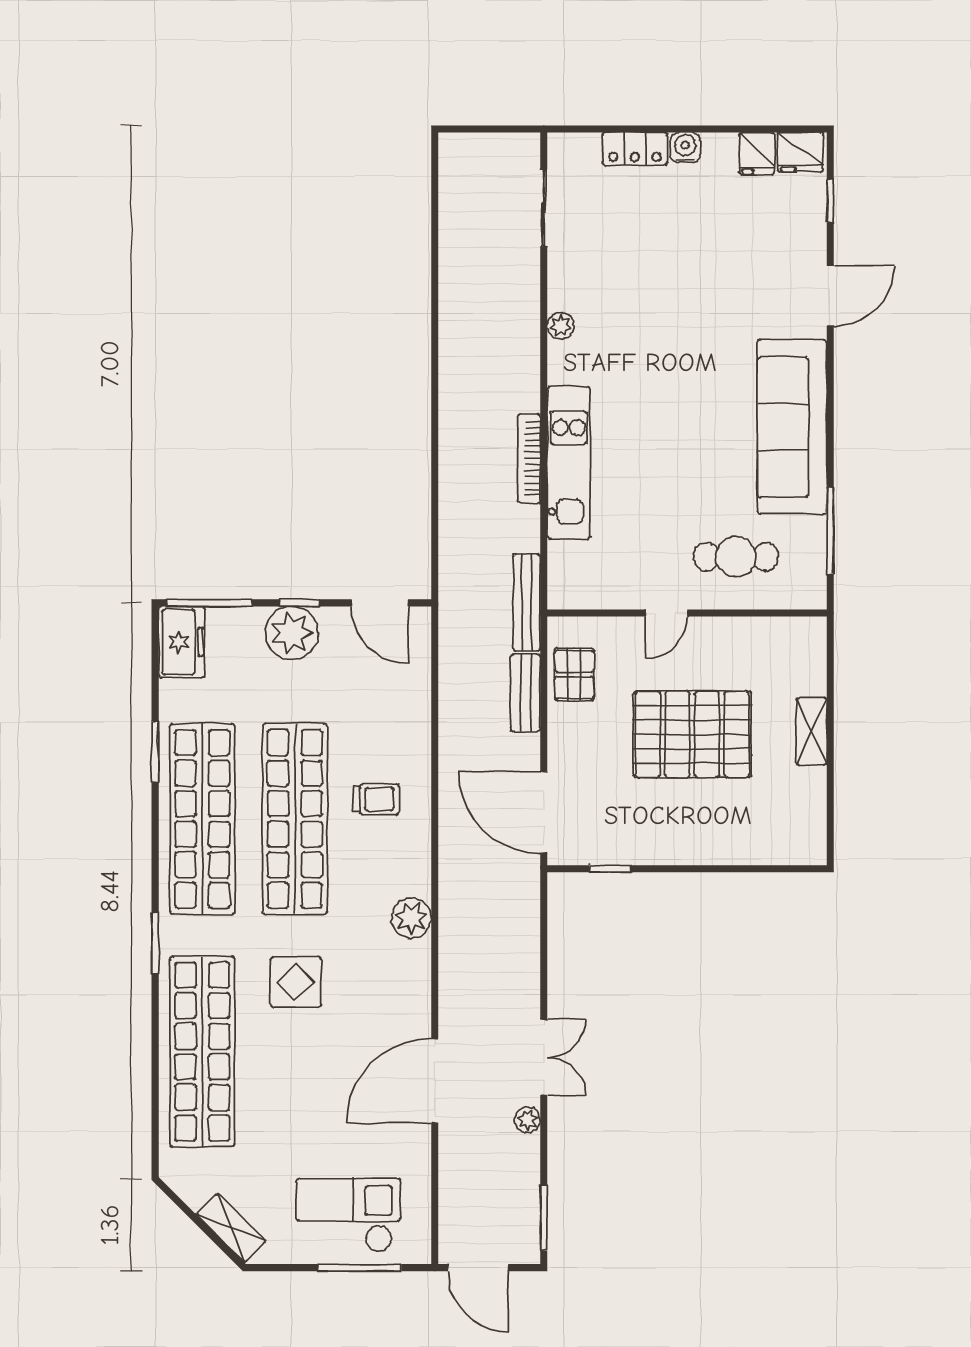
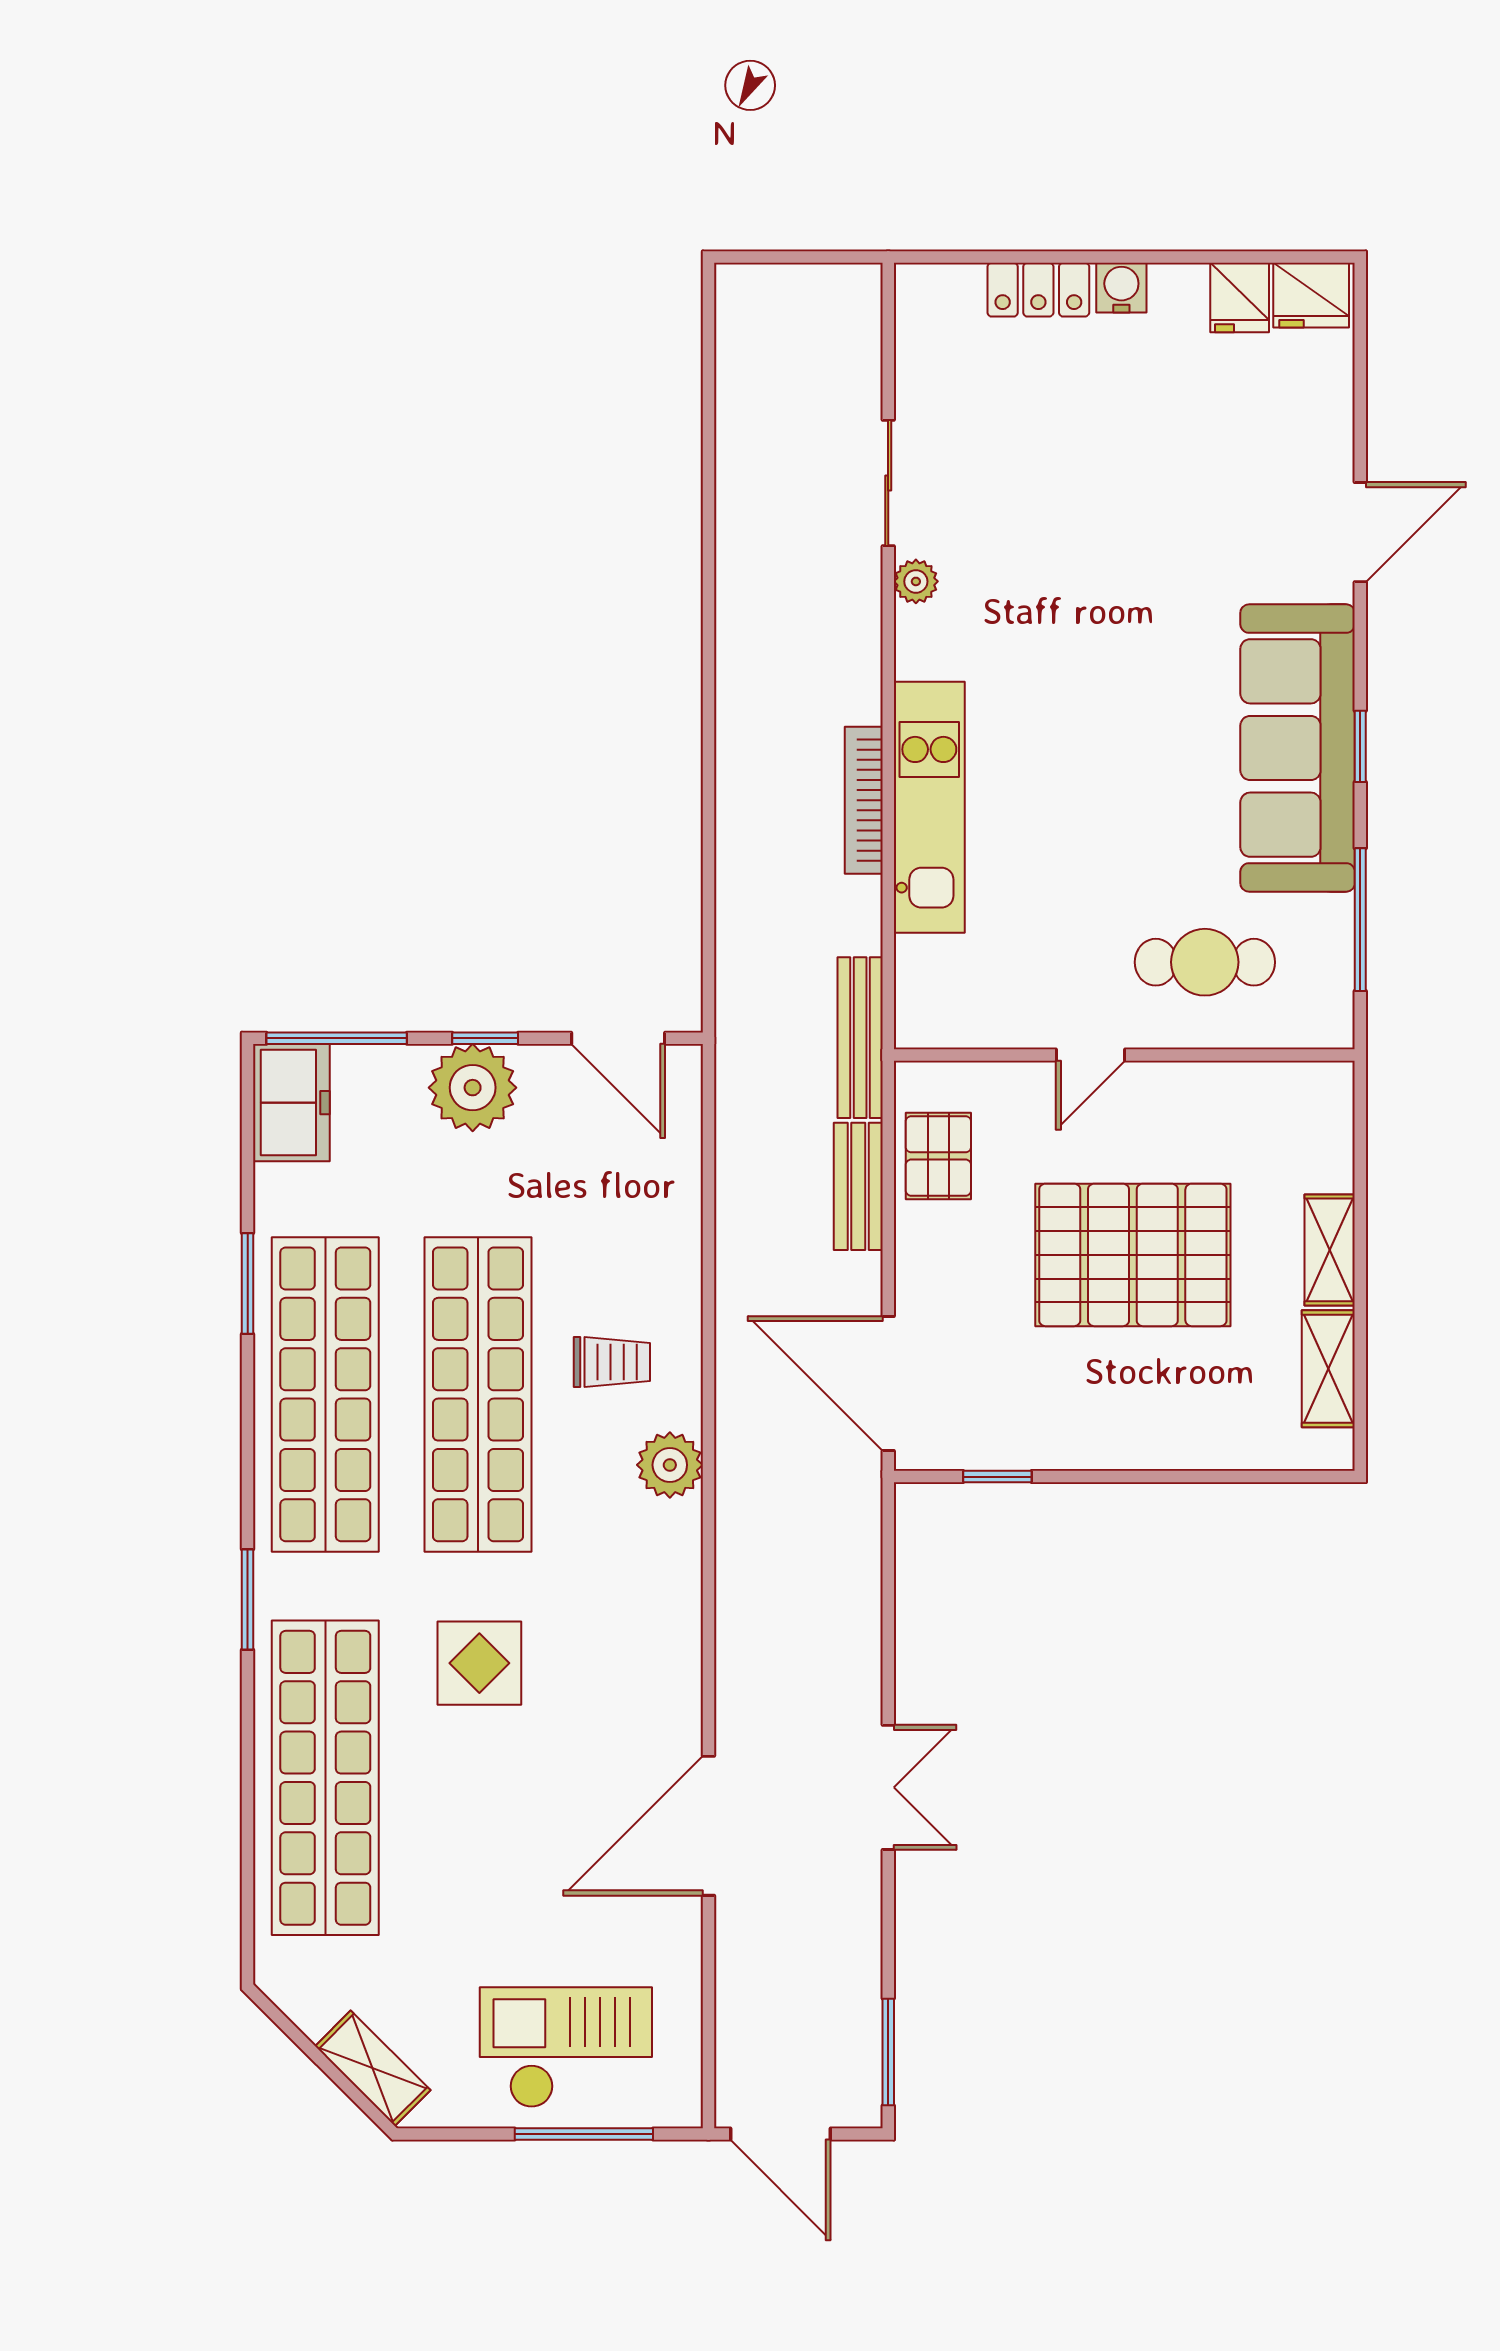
window: (830, 201) -> (1360, 746), moved
sliding door: (544, 208) -> (888, 483), moved
shelving: (811, 803) -> (1328, 1369), added
plant: (411, 918) -> (670, 1465), moved
plant: (528, 1120) -> (861, 1890), removed

